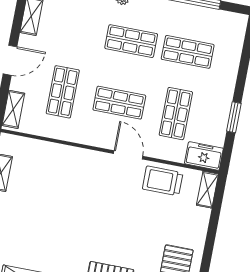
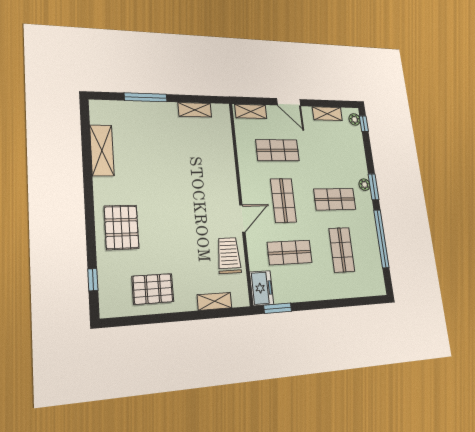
shop shelf: (131, 41) -> (335, 199), turned 90
window: (234, 117) -> (278, 308), moved
shelving: (207, 190) -> (214, 301), moved

